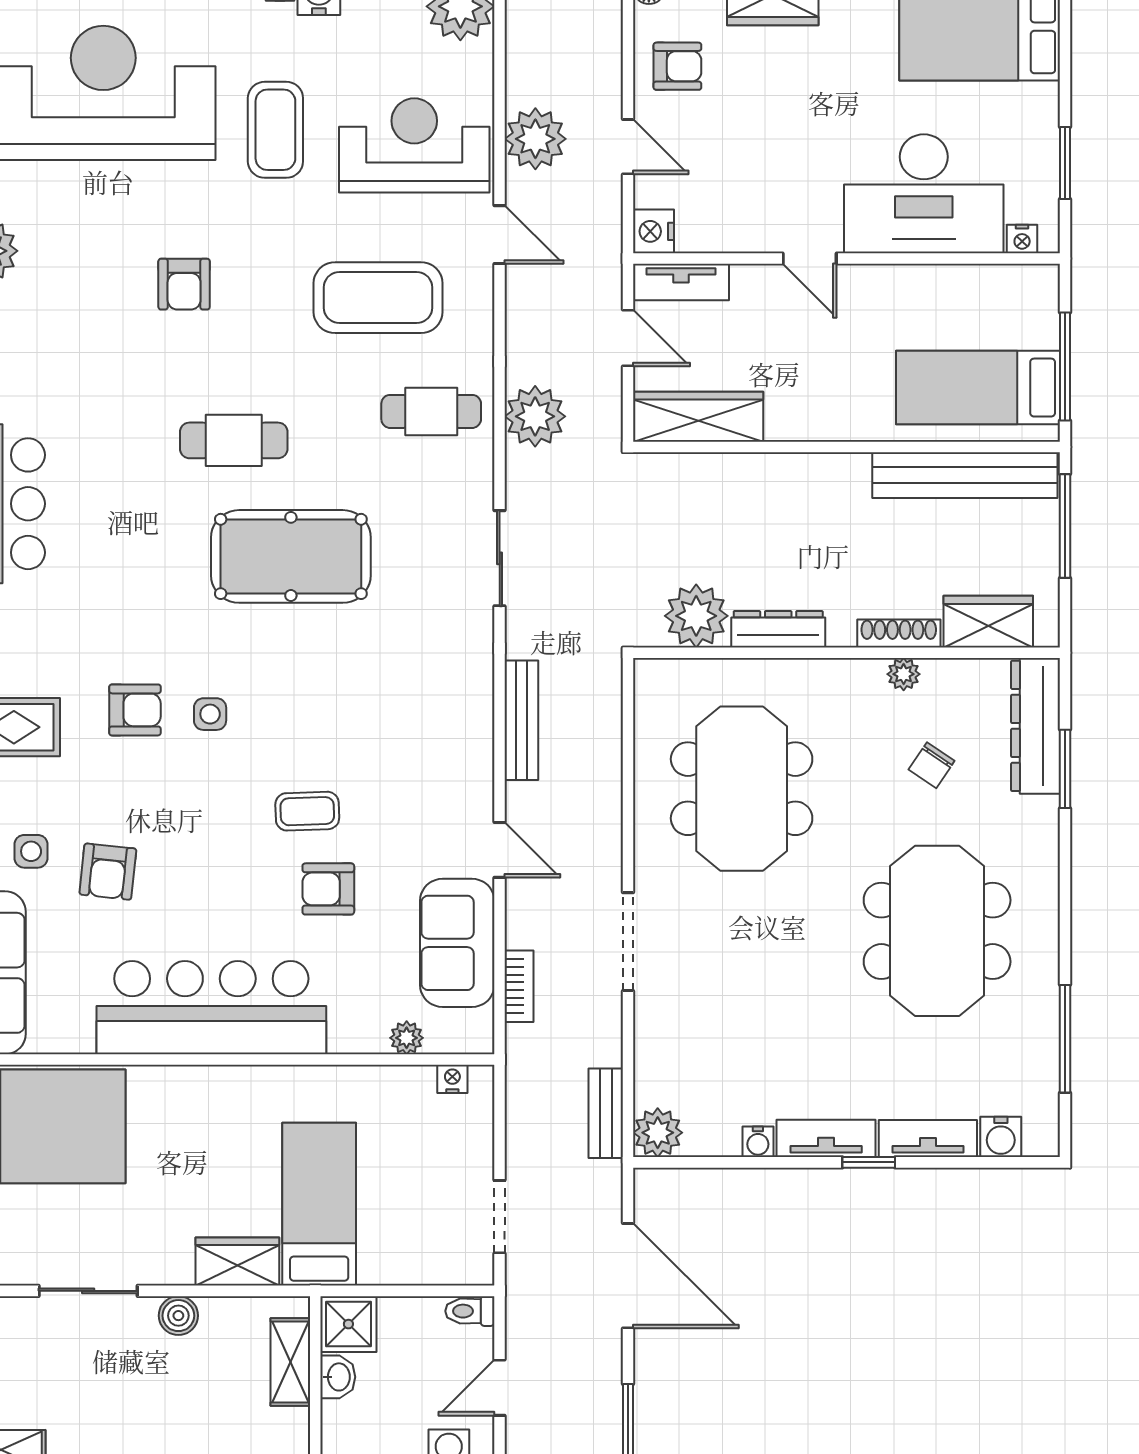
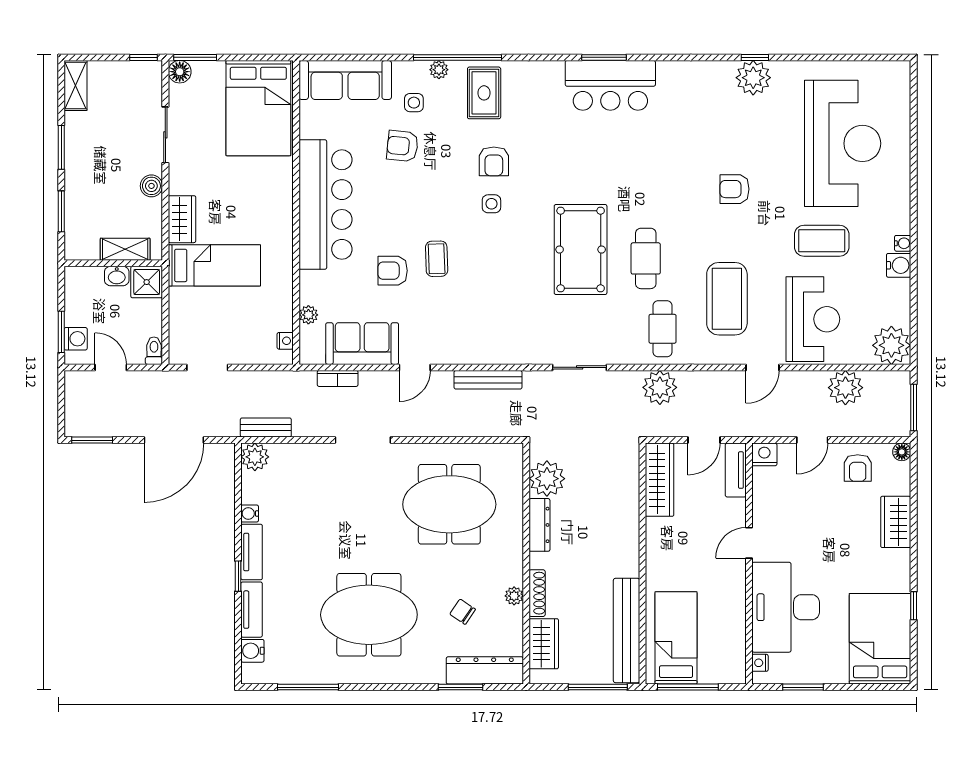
plant: (535, 139) -> (845, 388), moved
cafe table: (234, 440) -> (646, 258), moved
armchair: (328, 889) -> (393, 271), turned -90

